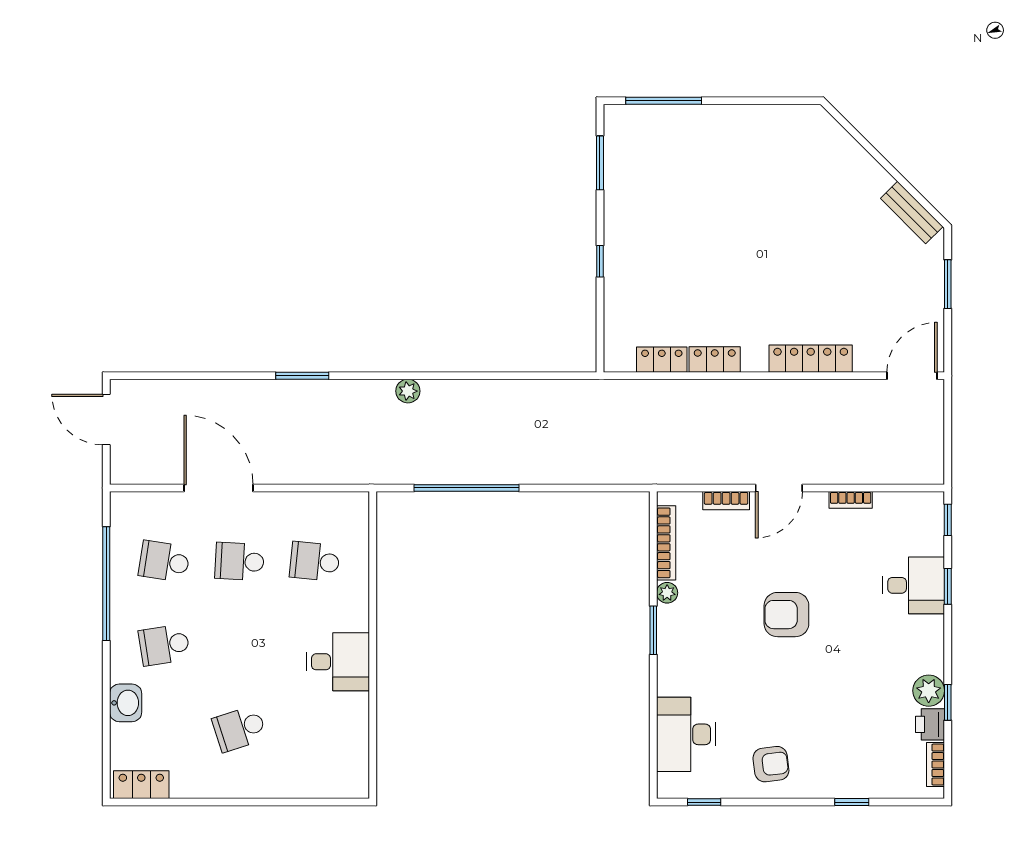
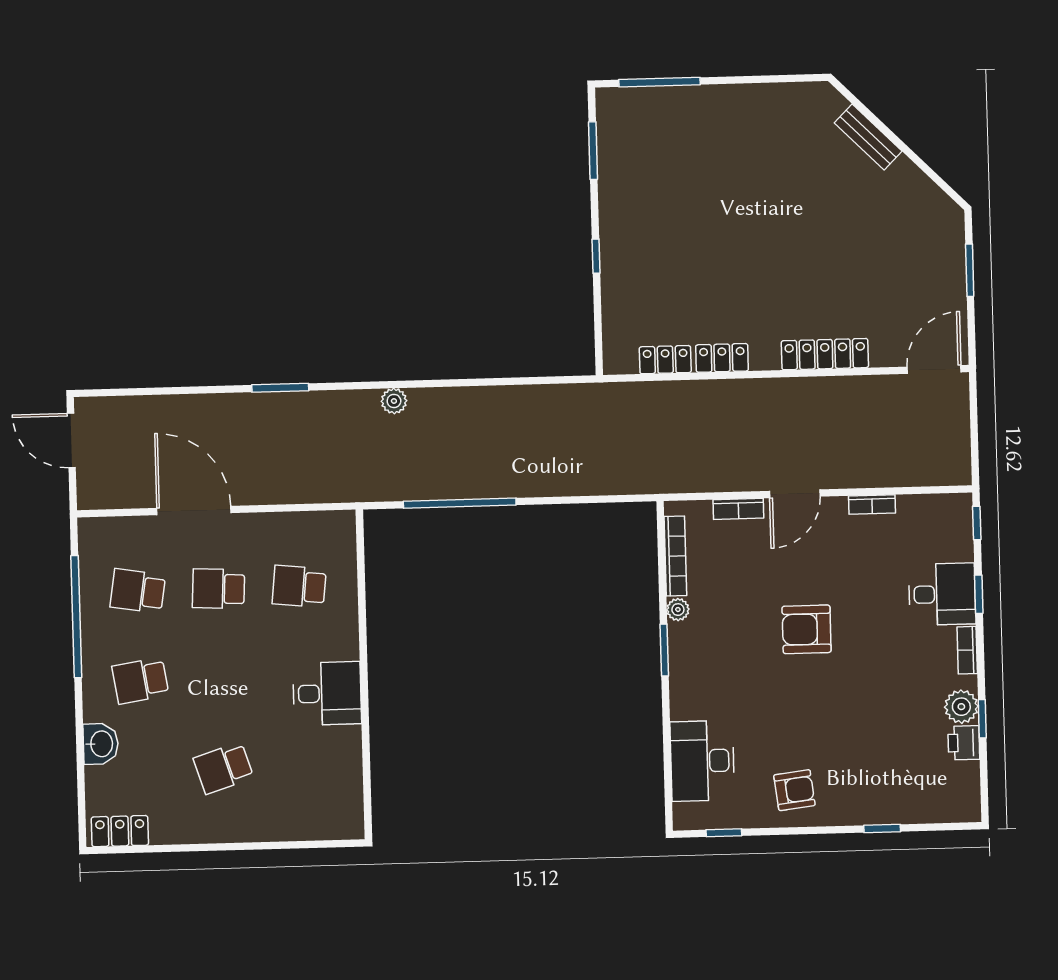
bench: (912, 212) -> (868, 137), moved
bookcase: (936, 765) -> (967, 650), moved

